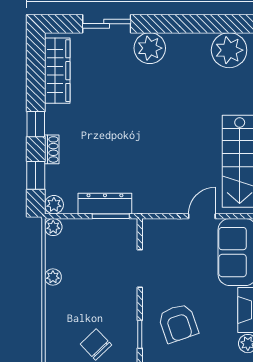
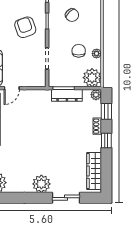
plant: (53, 227) -> (92, 78), width x1.88, depth x1.88
chair: (84, 282) -> (79, 51), added

